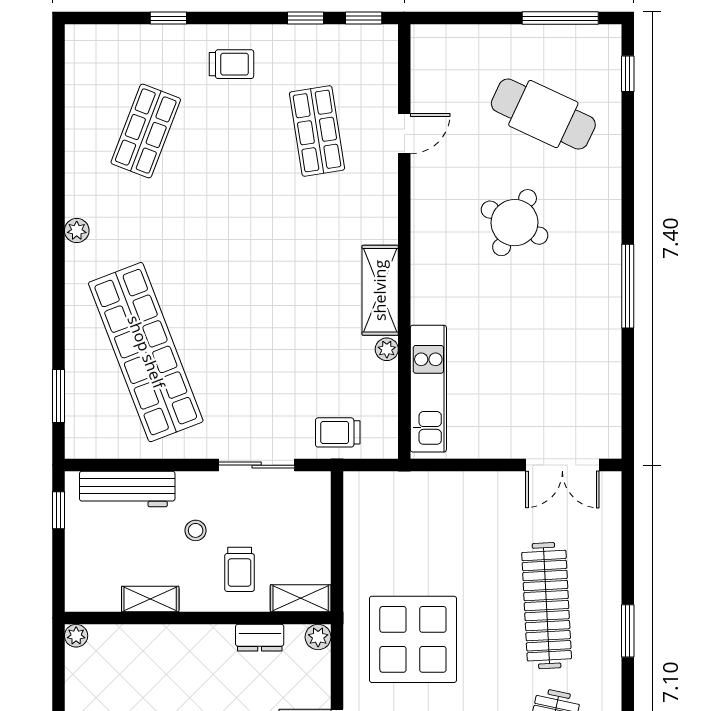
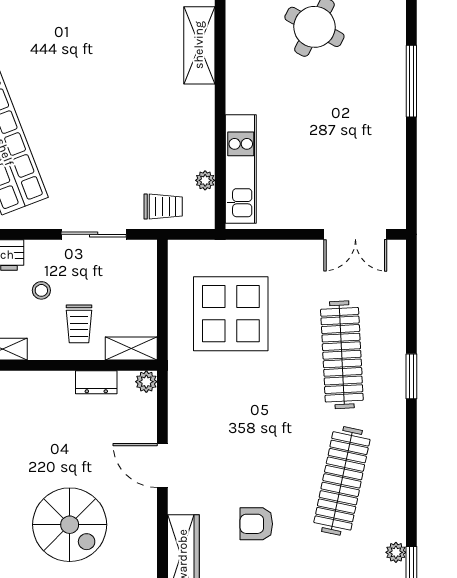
shelving: (380, 290) -> (199, 45), moved
plant: (387, 349) -> (205, 180), moved
trolley: (338, 432) -> (163, 207), turned 180
display table: (413, 639) -> (231, 314), moved

